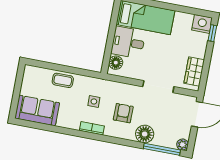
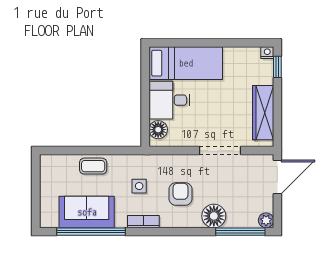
nightstand: (202, 24) -> (267, 53), width x0.53, depth x0.56
wardrobe: (194, 72) -> (263, 113), width x1.50
sofa: (37, 110) -> (87, 212), moved
window: (52, 128) -> (91, 232), added

